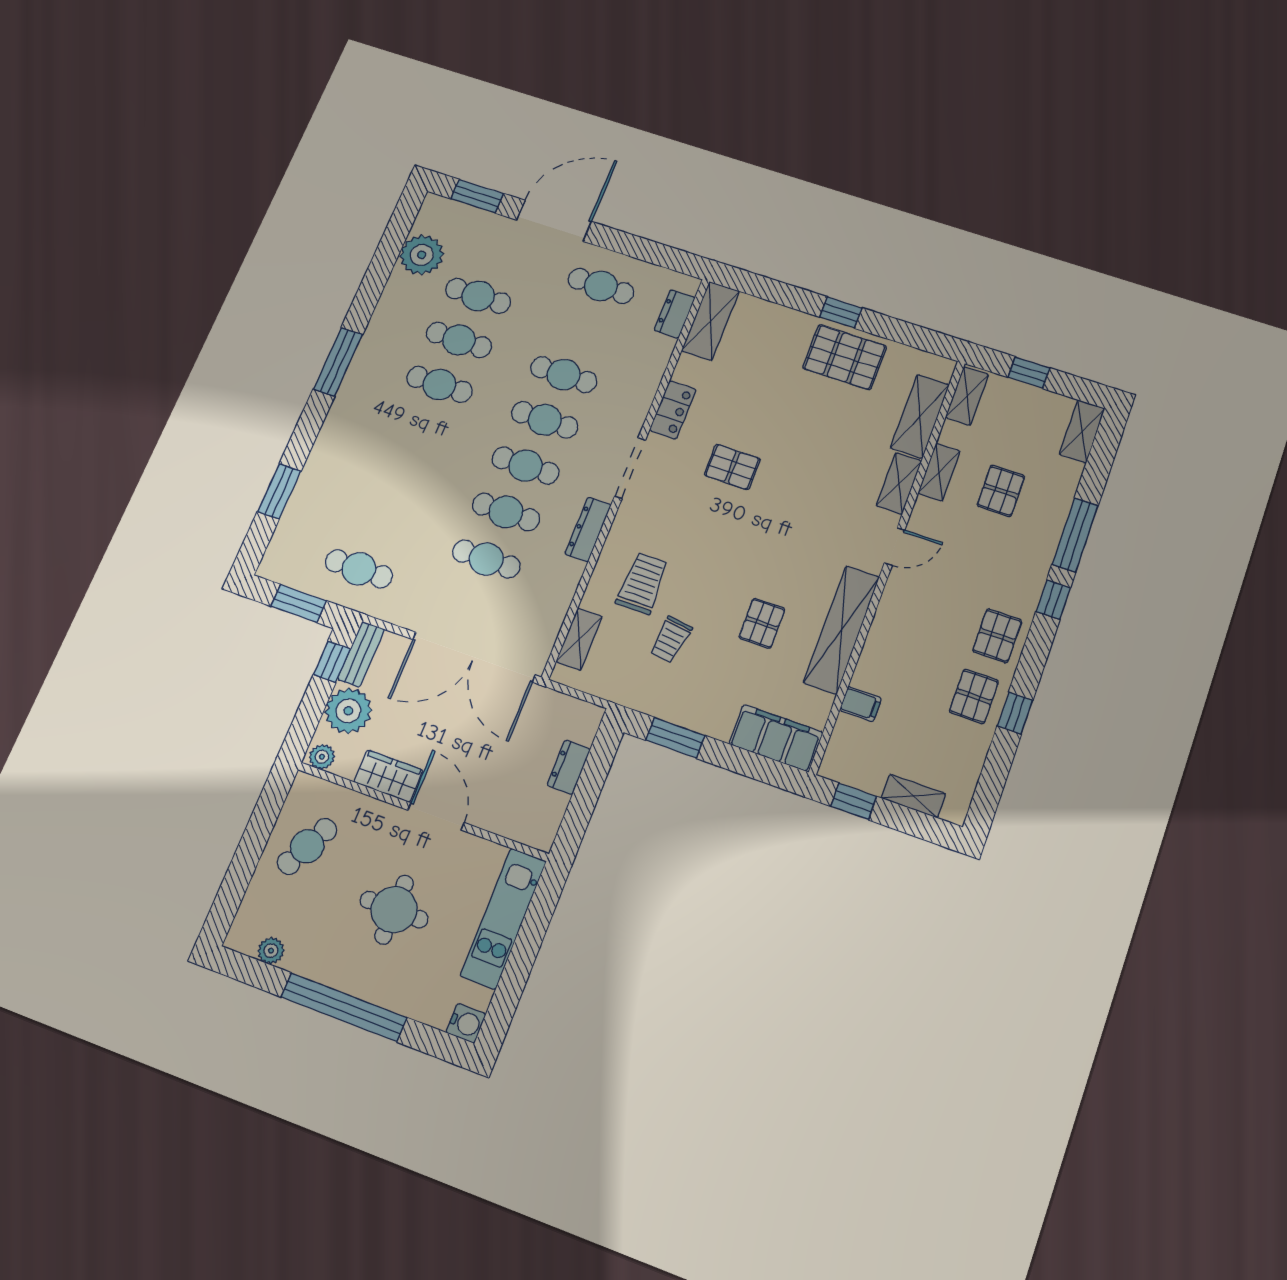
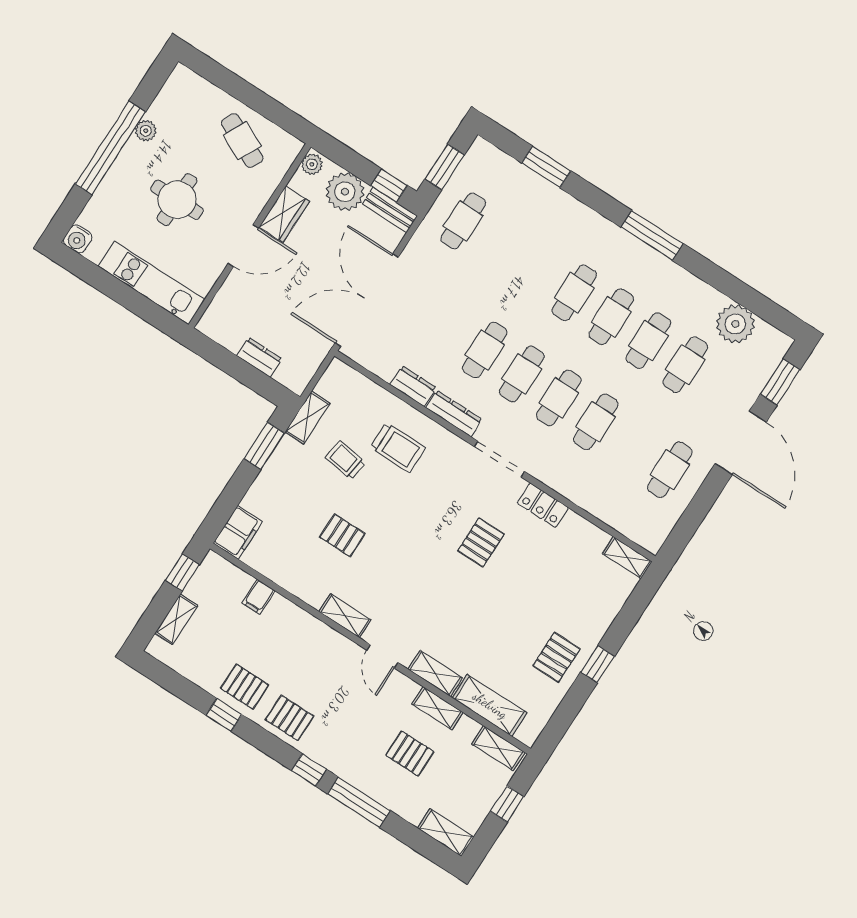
dresser: (675, 314) -> (413, 386), moved
shelving: (711, 321) -> (627, 558), width x0.67, depth x0.75
pallet: (845, 357) -> (556, 657), width x0.67, depth x0.71
cafe table: (486, 559) -> (574, 293), moved
shelving: (842, 630) -> (345, 616), width x0.45, depth x0.75
shelving: (579, 639) -> (307, 418), moved, turned 90
filing cabinet: (776, 738) -> (238, 532), width x0.67, depth x0.86
plant: (271, 951) -> (146, 131), moved

